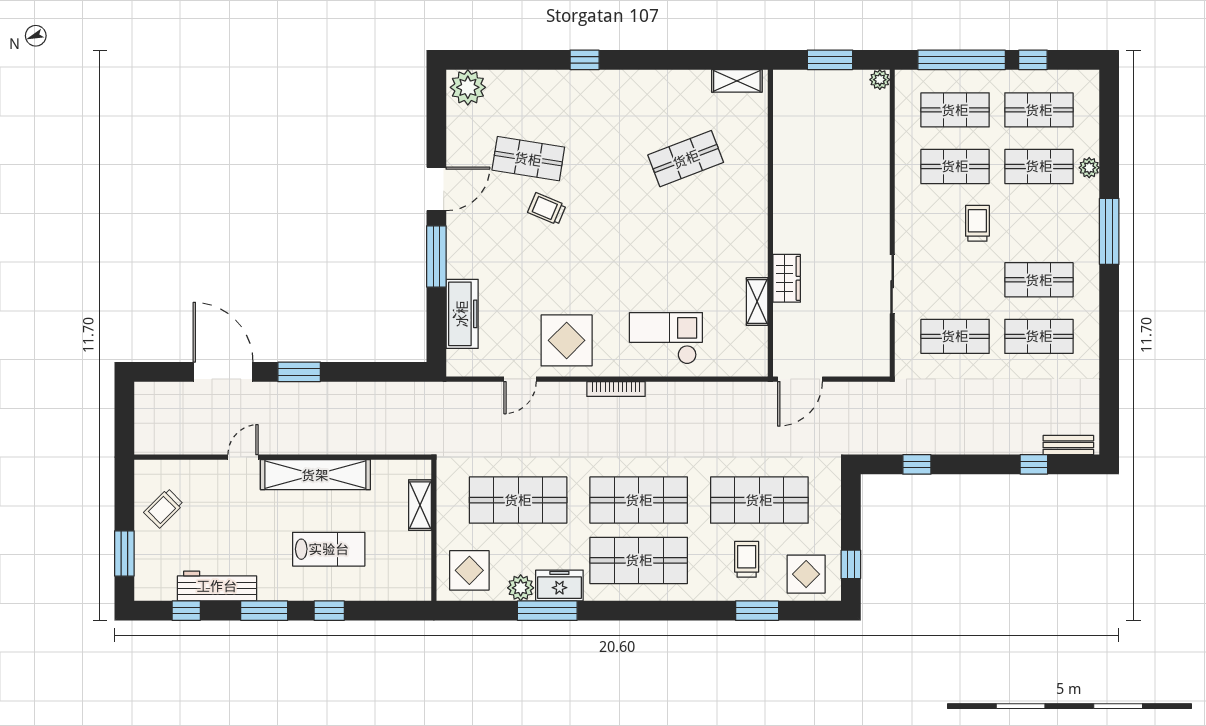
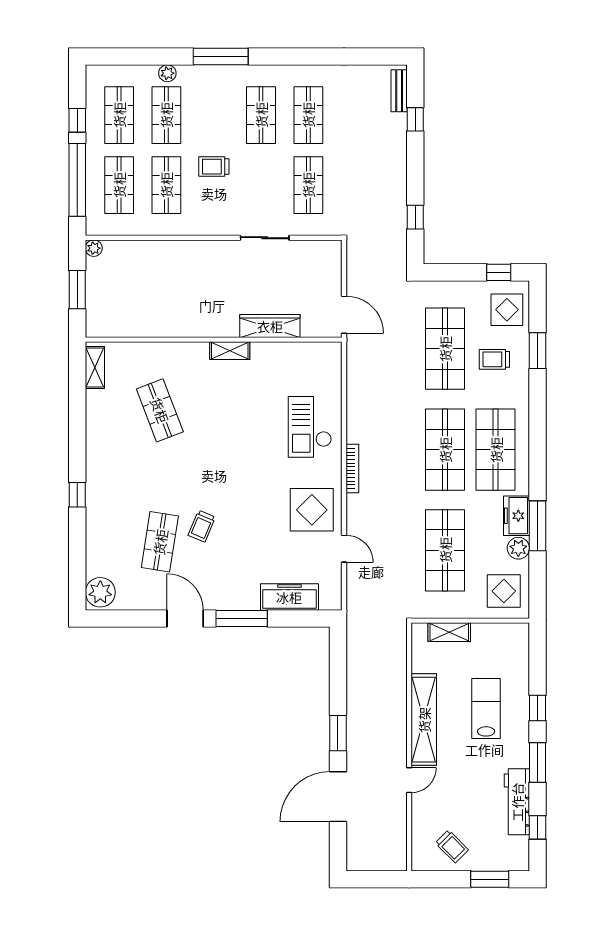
wardrobe: (787, 278) -> (270, 326), width x1.50
shelving: (757, 302) -> (230, 351), moved
door: (243, 457) -> (409, 780), swing flipped

